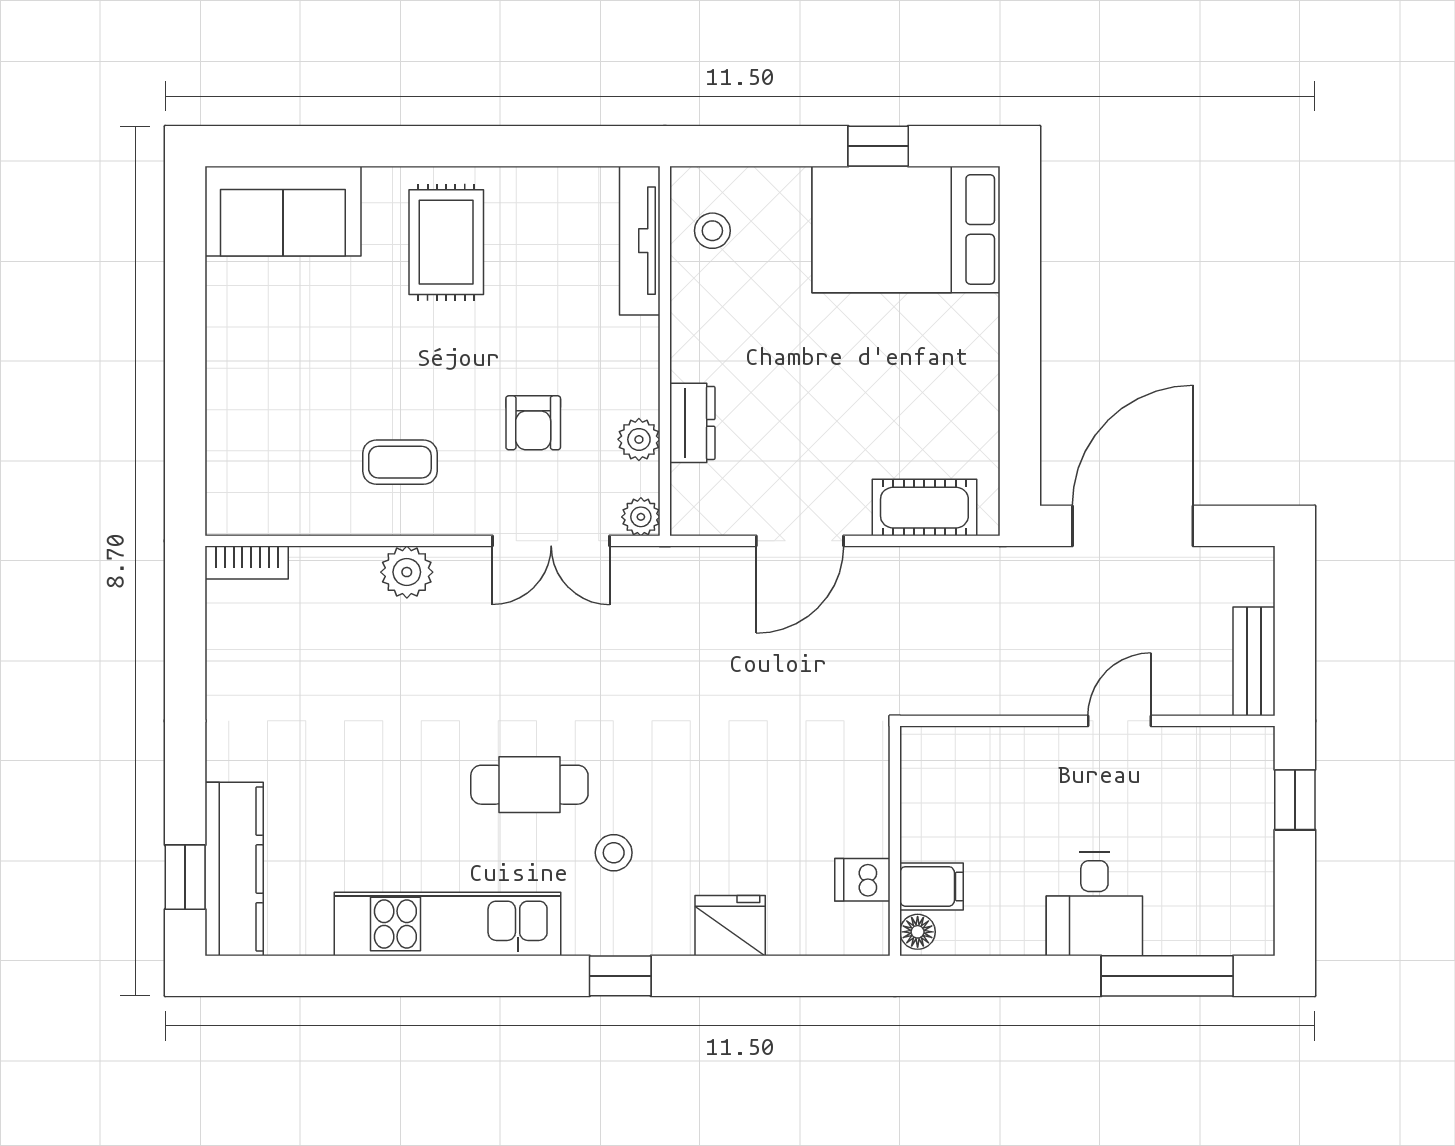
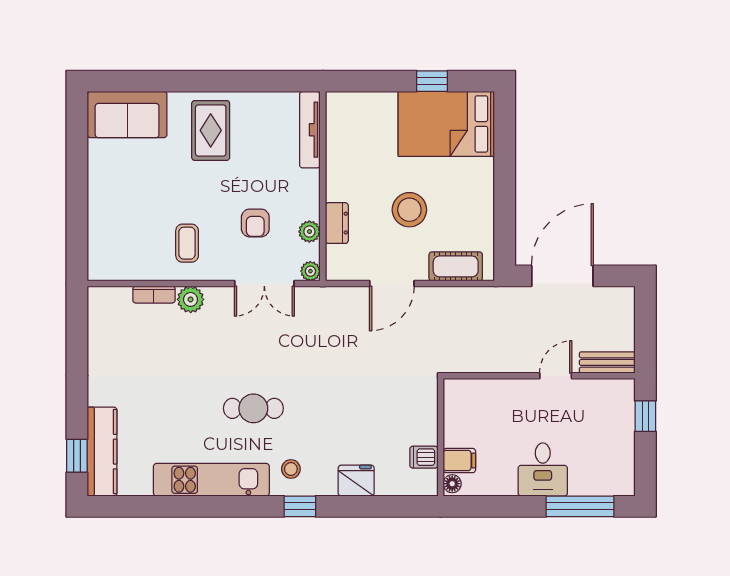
stool: (712, 231) -> (409, 210), moved, width x1.89, depth x1.89
coffee table: (400, 462) -> (187, 243), turned 90
bookcase: (247, 562) -> (154, 295), moved
bench: (1254, 661) -> (607, 362), moved, turned 90
stool: (614, 853) -> (291, 469), moved

